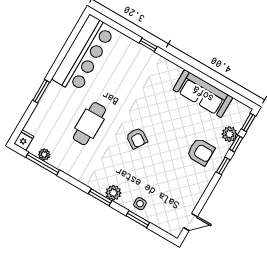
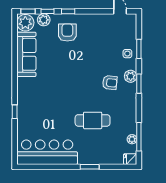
plant: (238, 112) -> (25, 23), added
armchair: (137, 138) -> (110, 83), moved, turned 63

